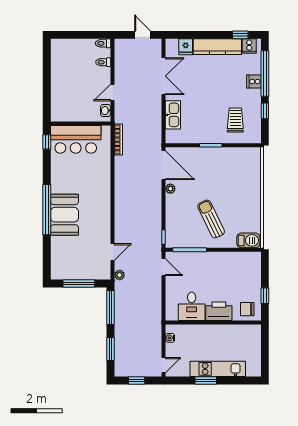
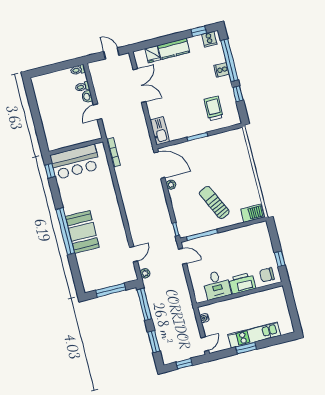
kitchen counter: (217, 47) -> (174, 49), width x0.67
washbasin: (106, 111) -> (87, 97), moved
kitchen sink: (173, 115) -> (160, 131), moved

